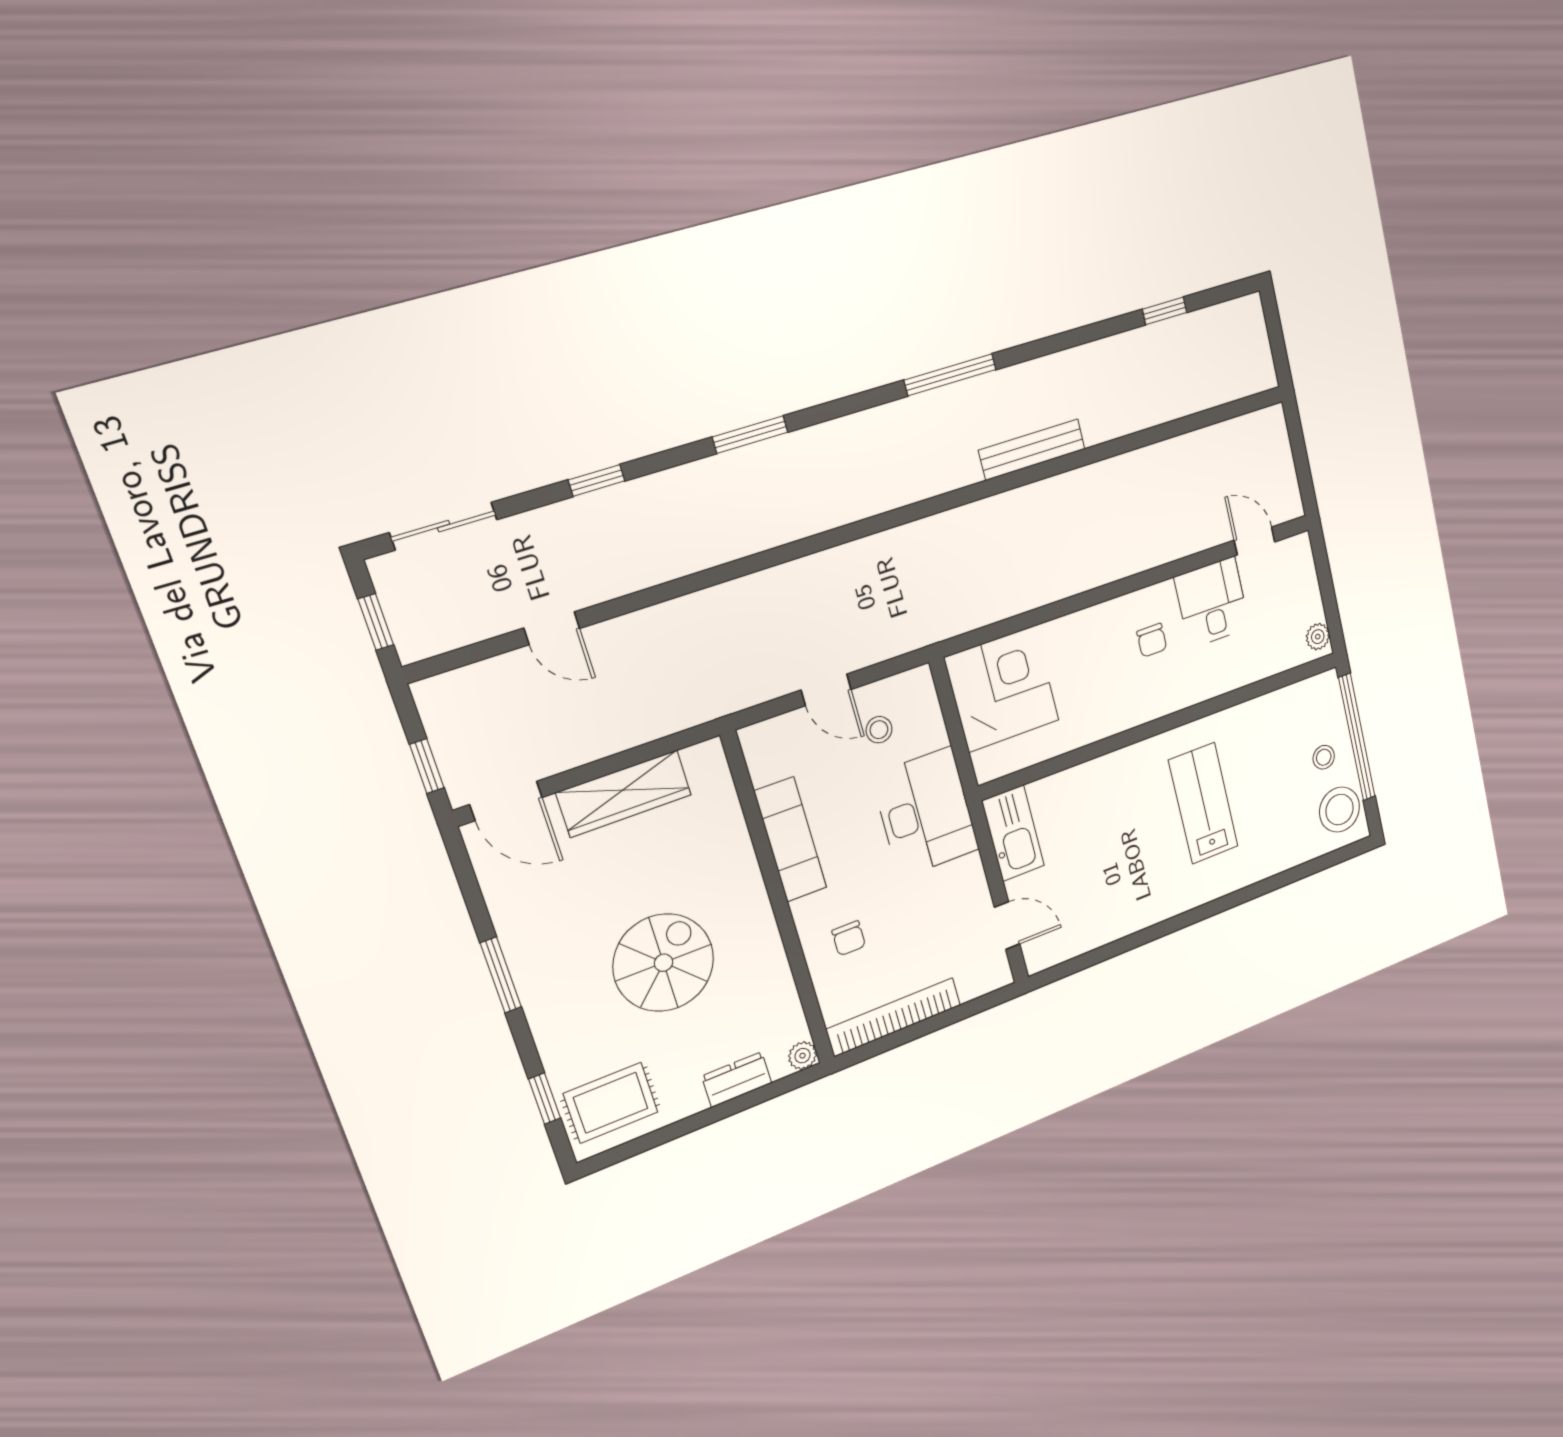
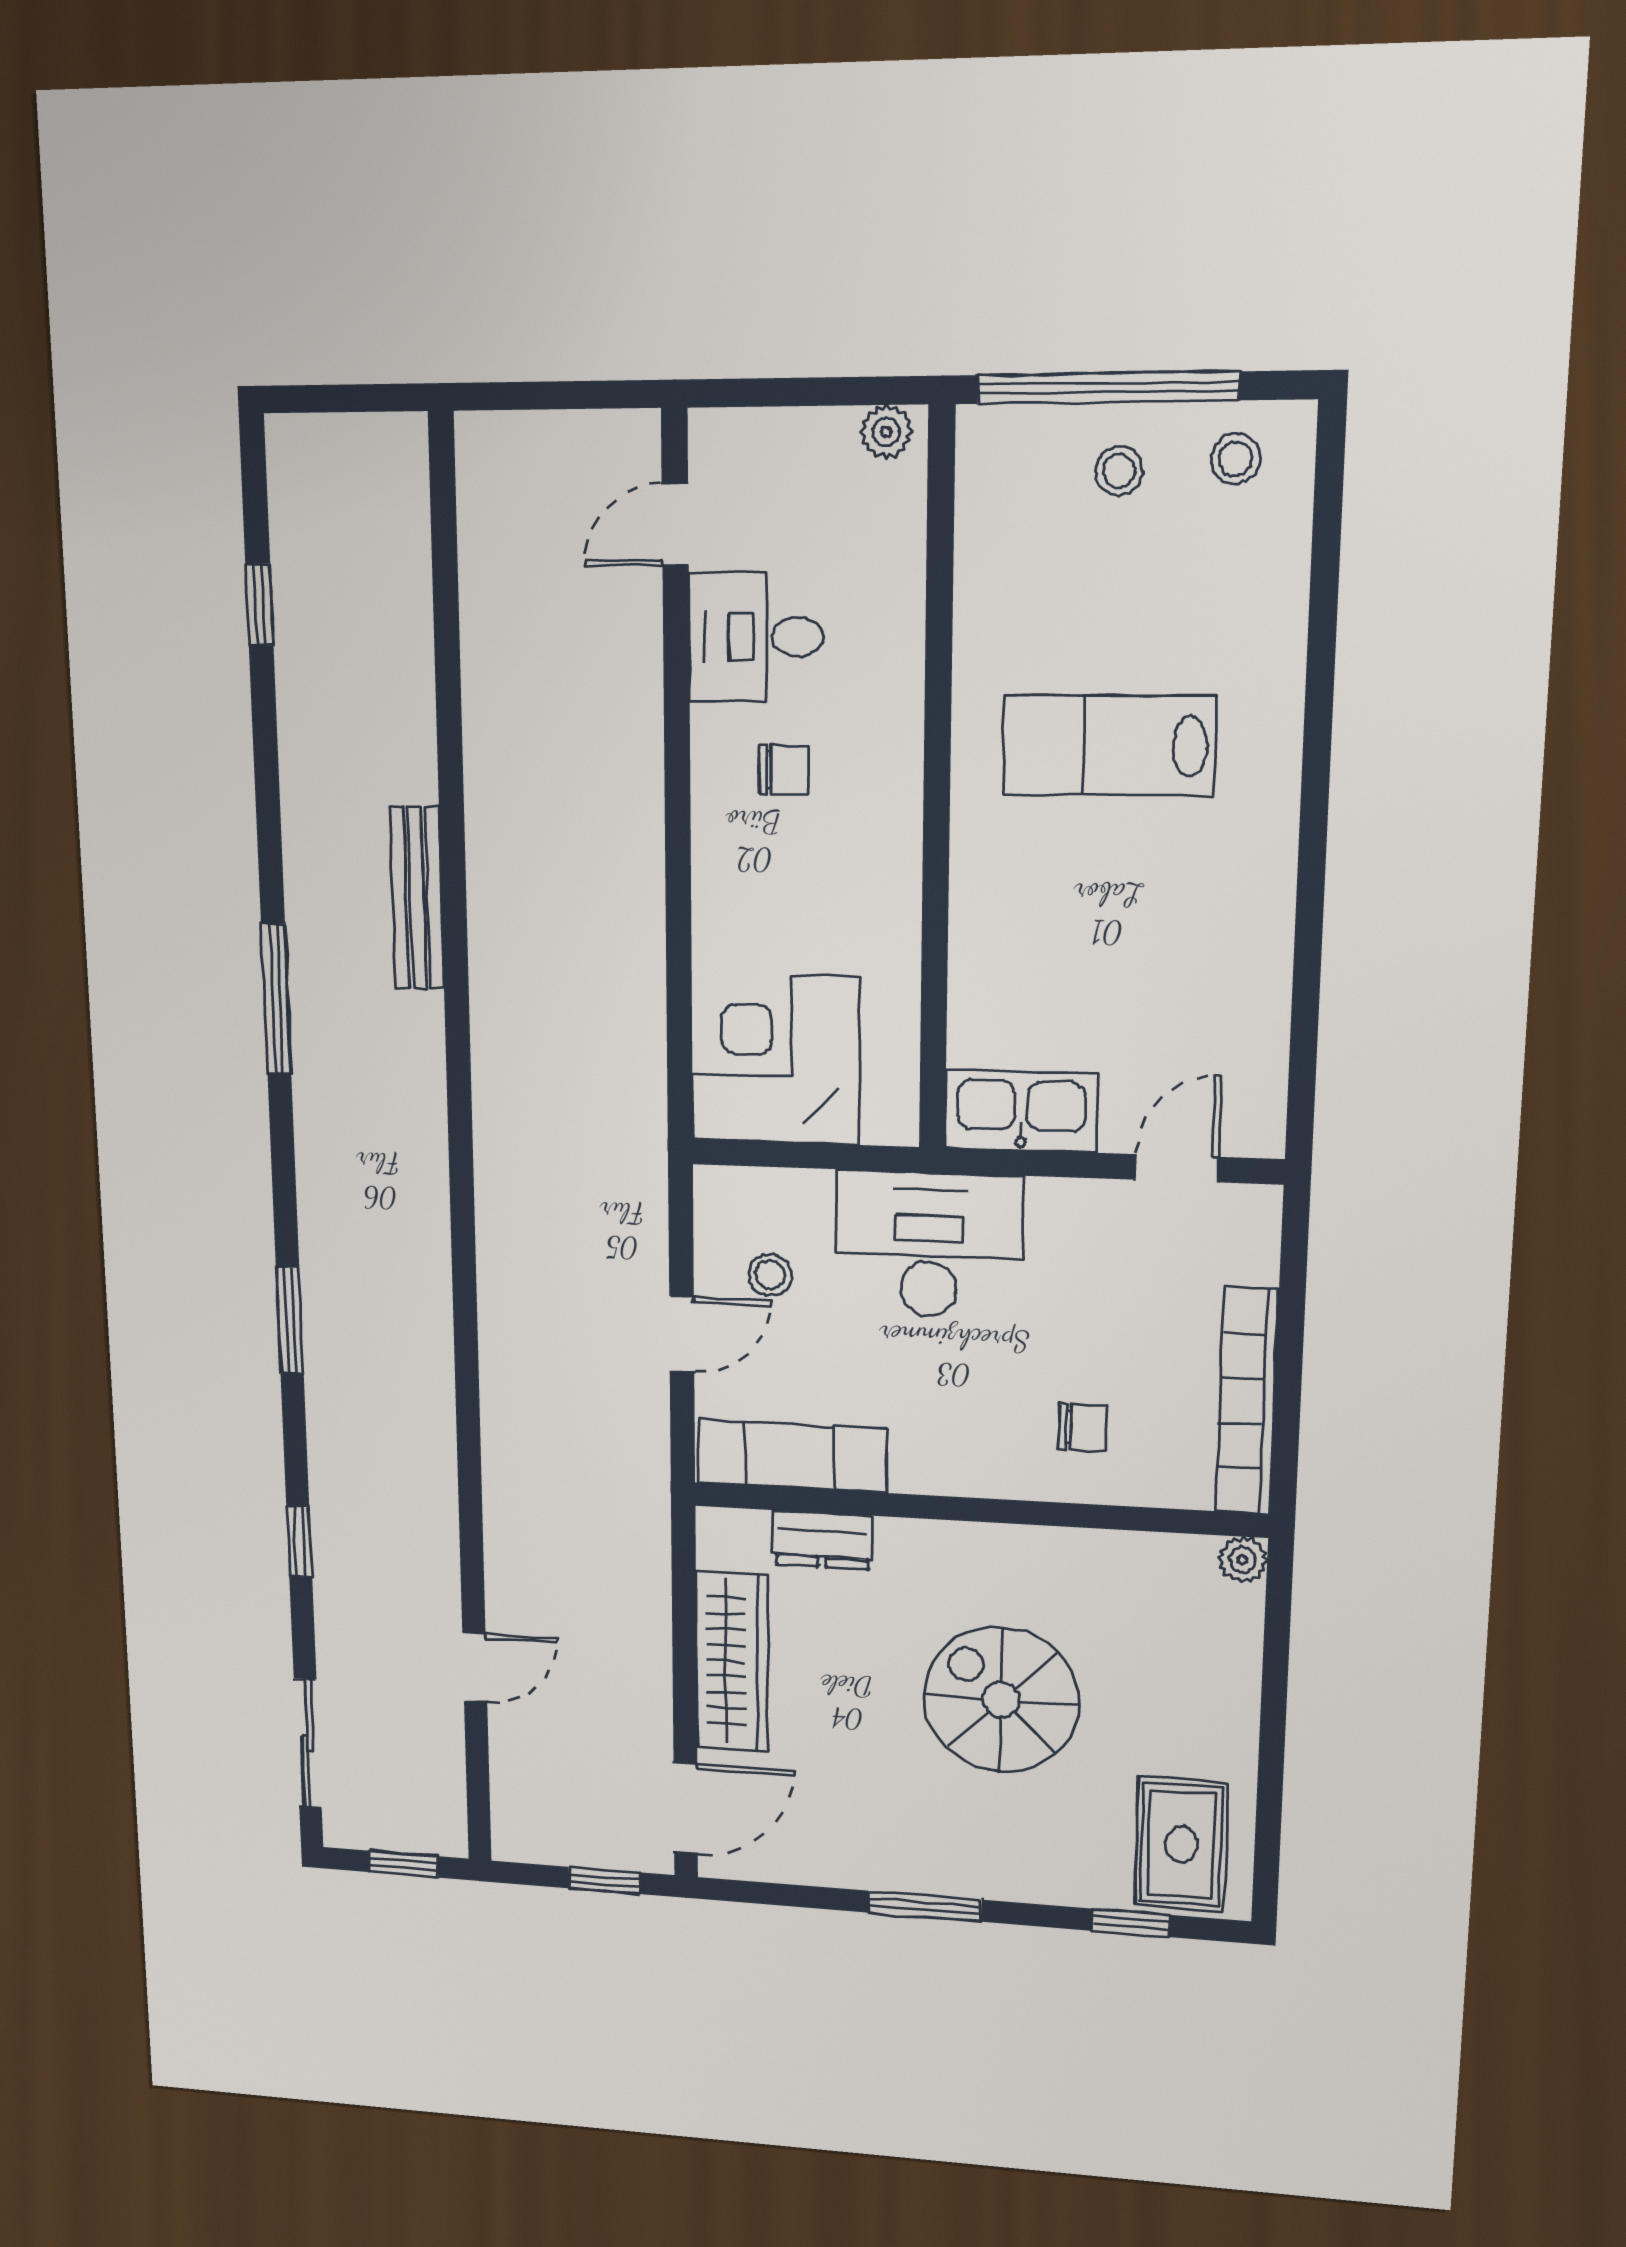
stool: (1340, 810) -> (1236, 459), width x0.53, depth x0.53
exam couch: (790, 840) -> (792, 1456), moved
dresser: (737, 1079) -> (822, 1540), moved, turned -90

